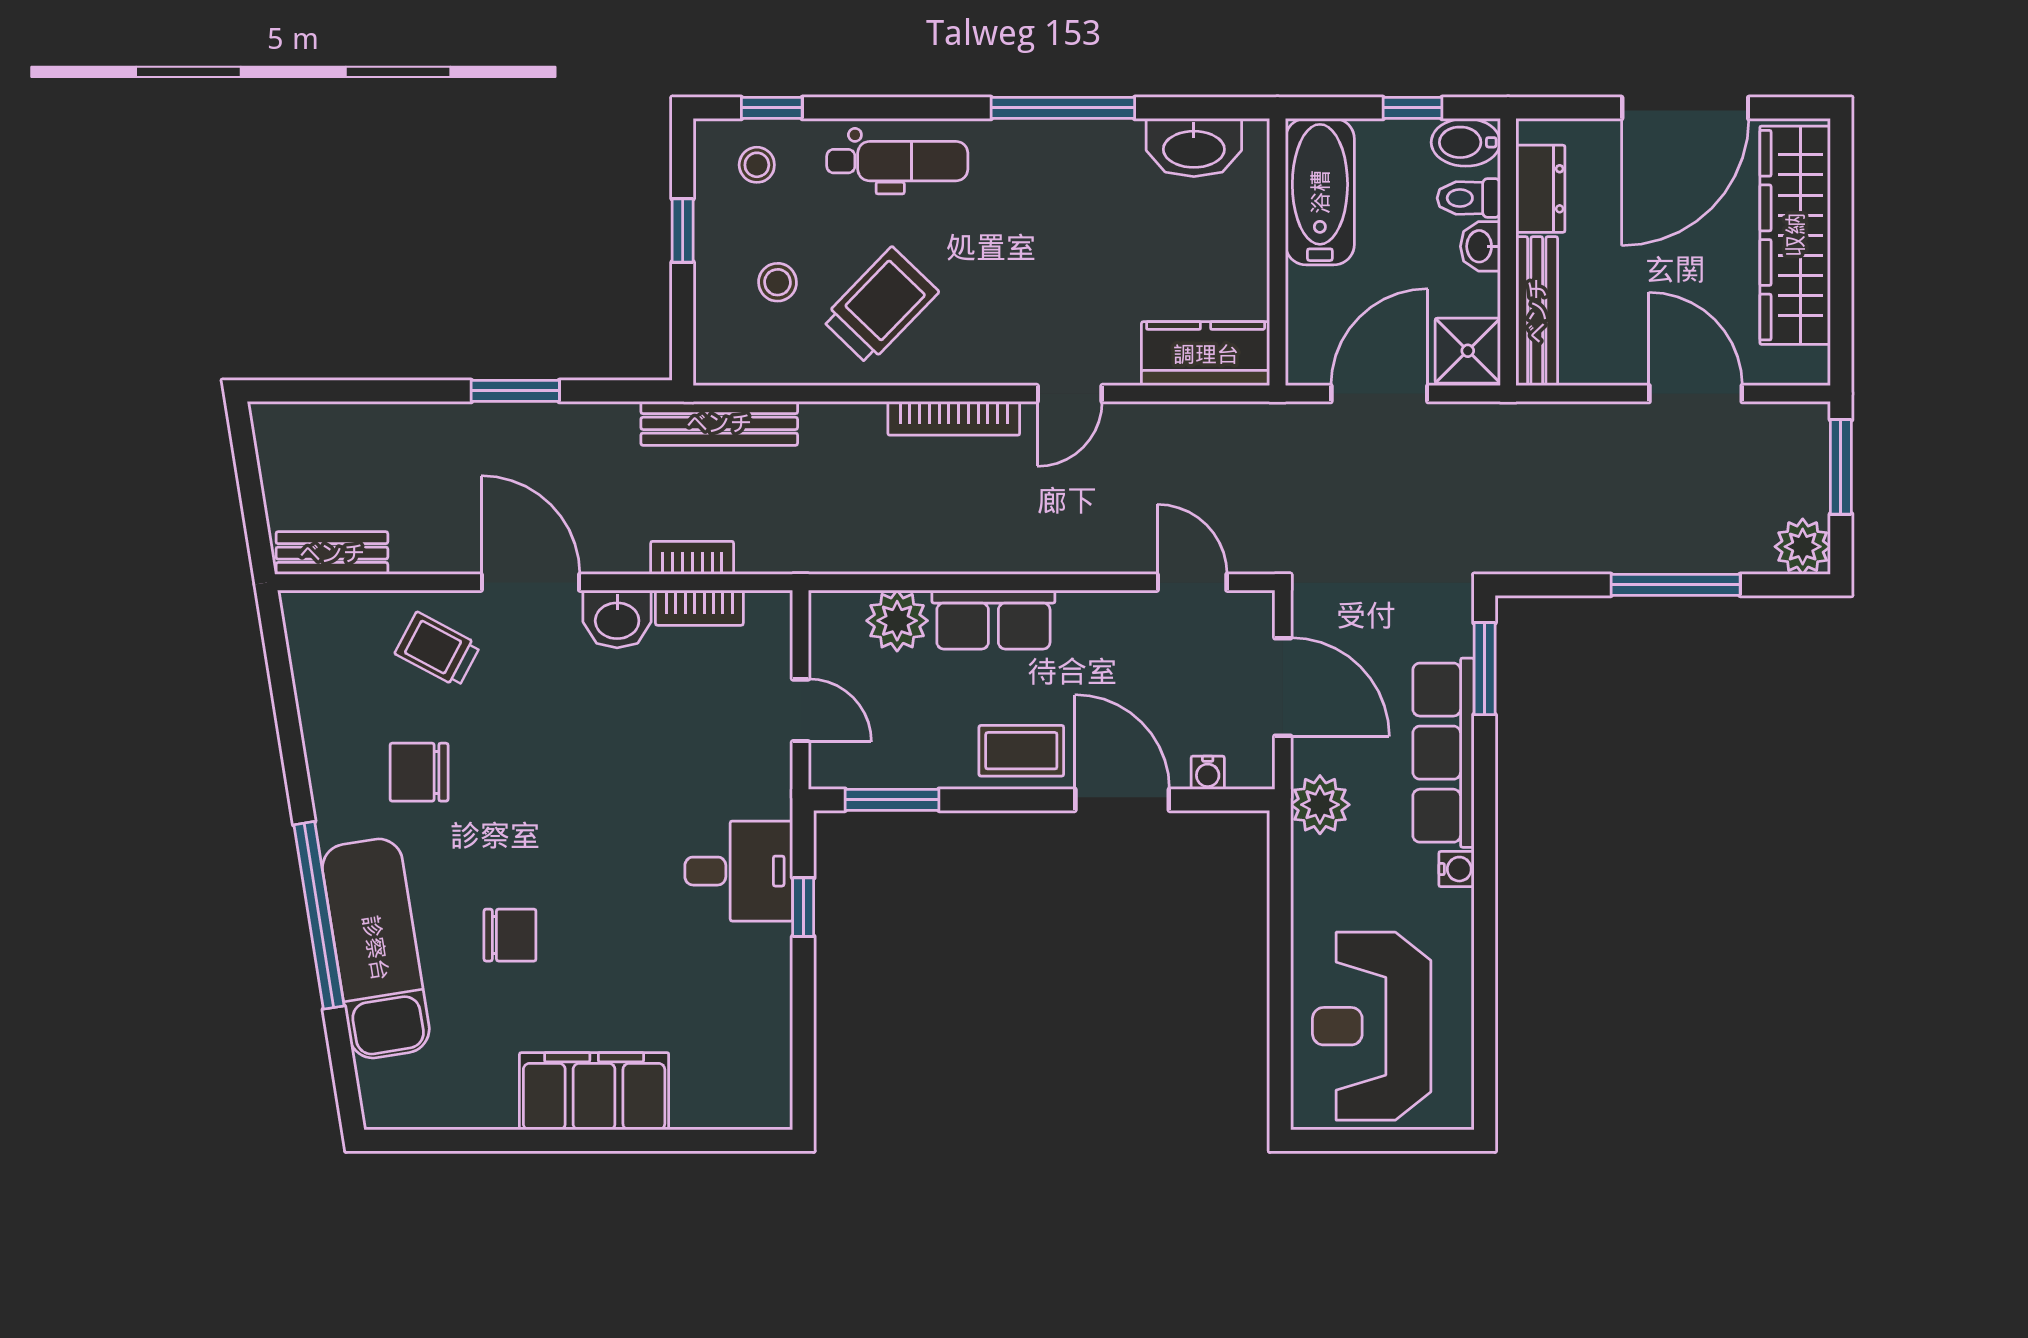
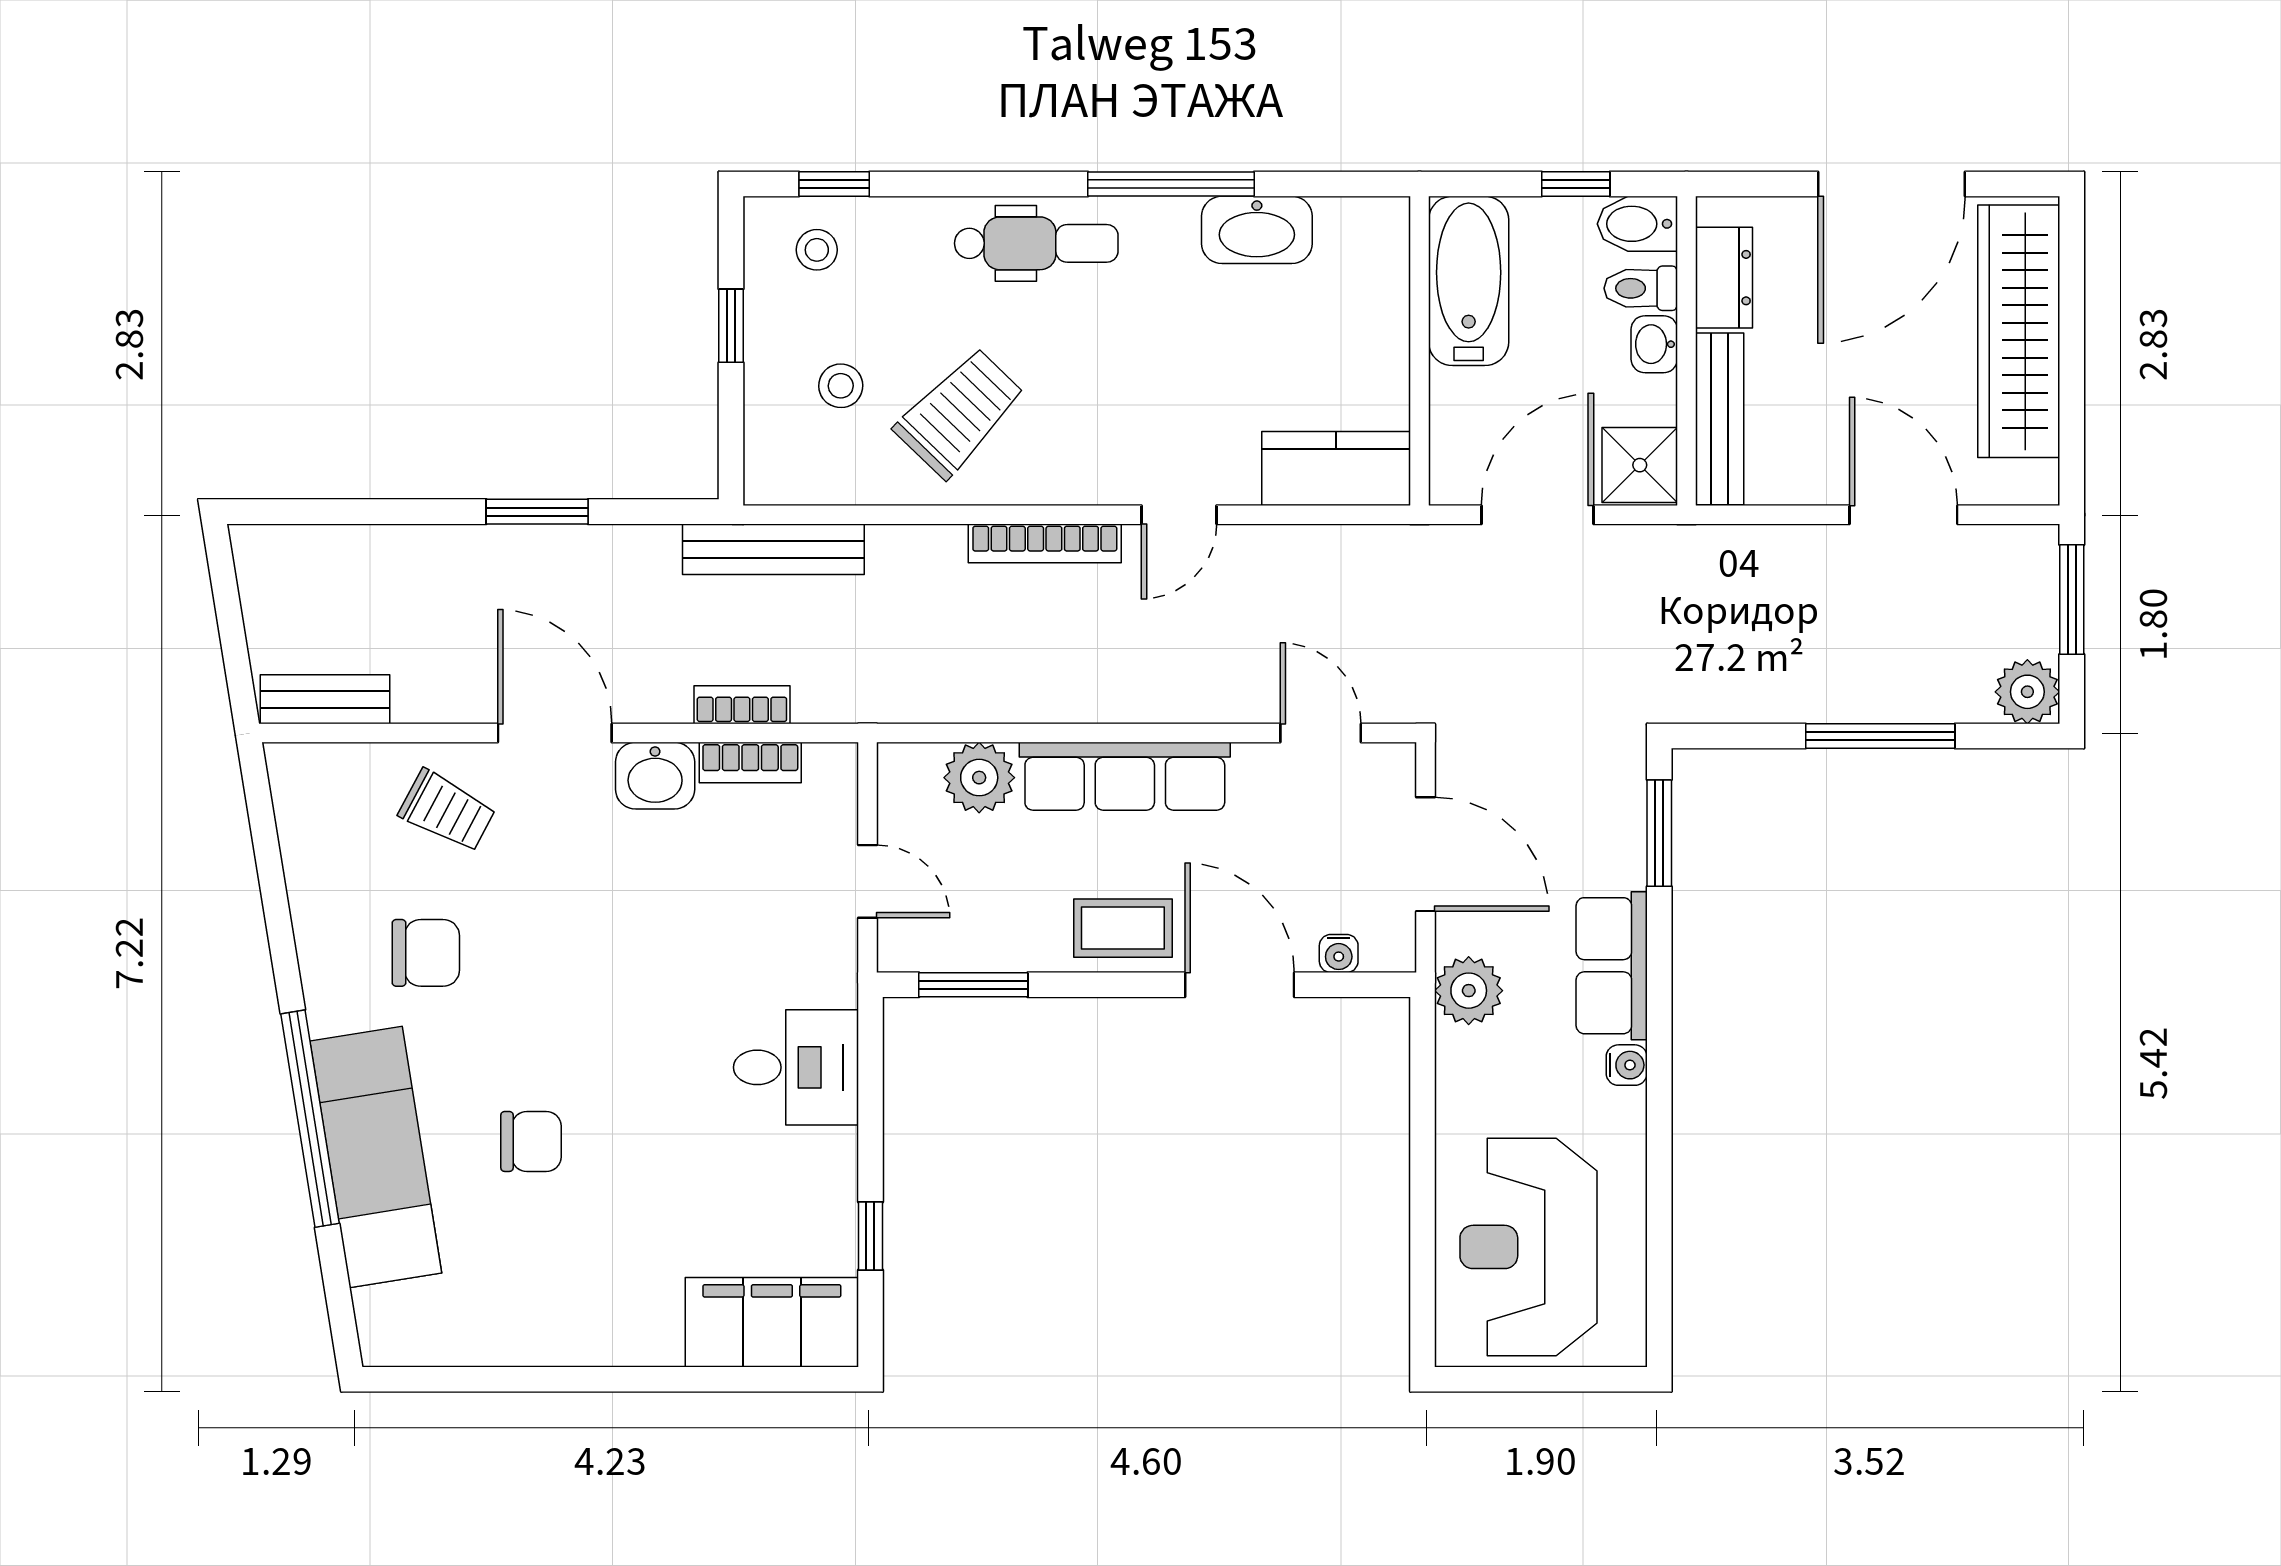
washbasin: (1194, 148) -> (1257, 230), moved
dental chair: (897, 161) -> (1036, 243), moved
row of seats: (993, 620) -> (1125, 776), width x1.48
trolley: (438, 649) -> (447, 811), turned 180
row of seats: (1443, 753) -> (1612, 966), width x0.68
chair: (419, 772) -> (426, 953), turned 180
window: (803, 907) -> (870, 1236), moved
filing cabinet: (594, 1091) -> (772, 1322), moved

